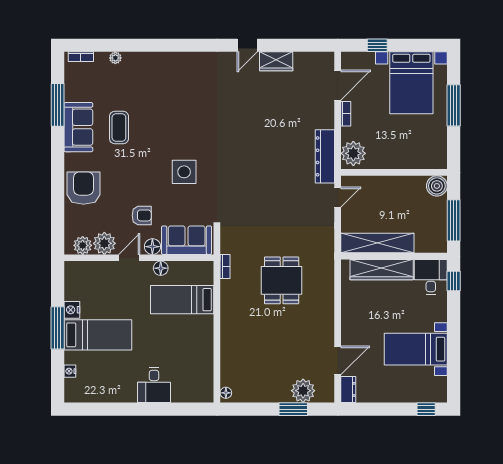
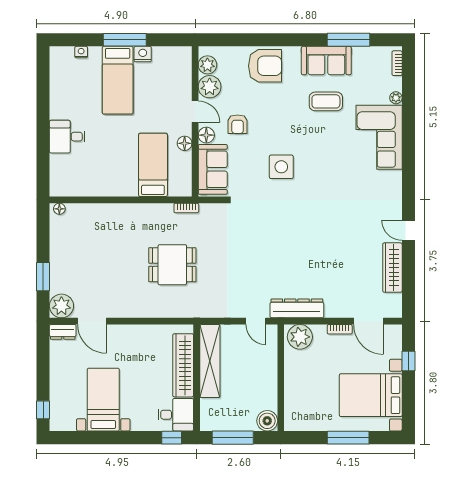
wardrobe: (276, 61) -> (392, 268), width x1.50
corner sofa: (155, 75) -> (379, 137), added
plant: (303, 391) -> (61, 306), moved

